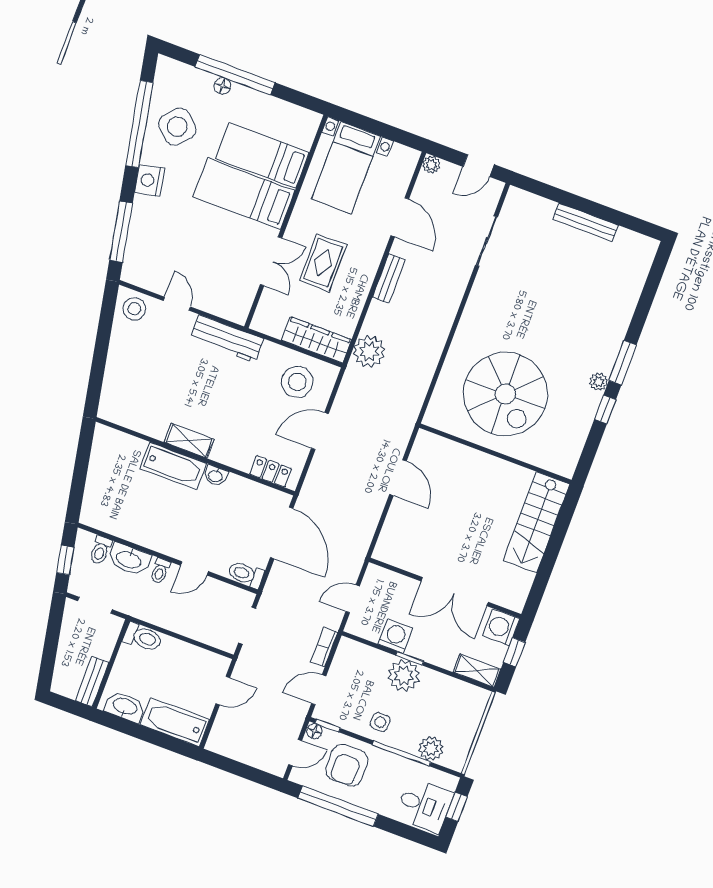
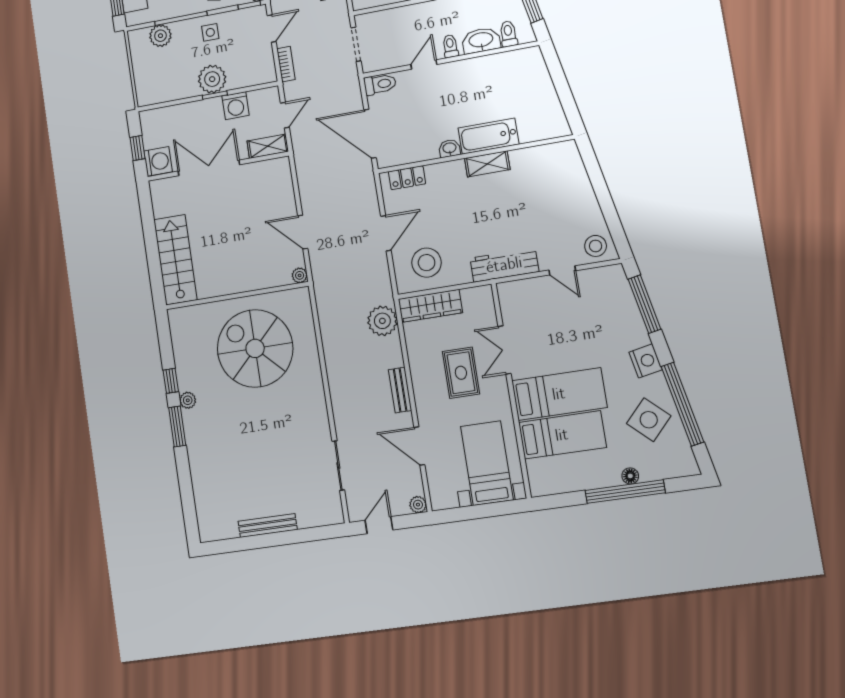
plant: (424, 438) -> (300, 275), added
shelving: (477, 671) -> (268, 146), moved

